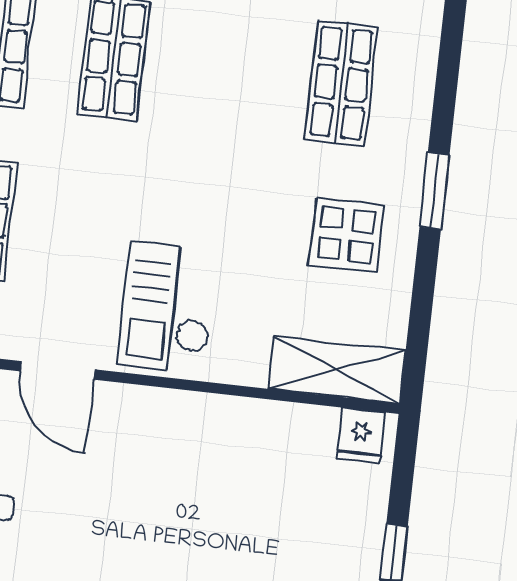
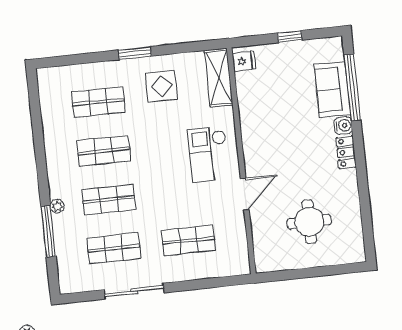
shop shelf: (228, 70) -> (104, 151), added
checkout: (167, 308) -> (209, 154), turned 90

